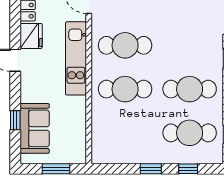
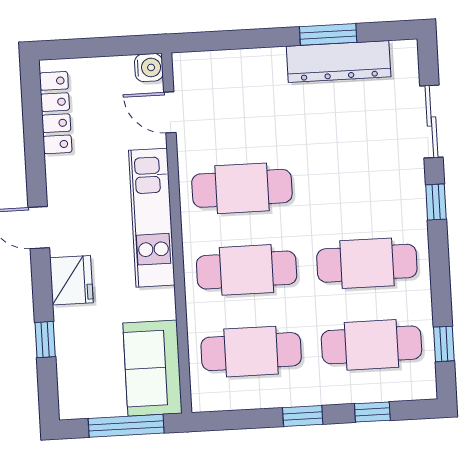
fridge: (31, 36) -> (71, 280), moved
sofa: (35, 128) -> (152, 368), moved, turned 180
cafe table: (125, 133) -> (251, 352), added
window: (56, 169) -> (126, 426), width x1.44

